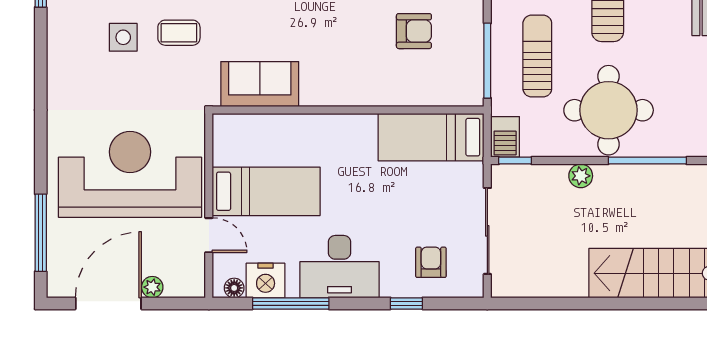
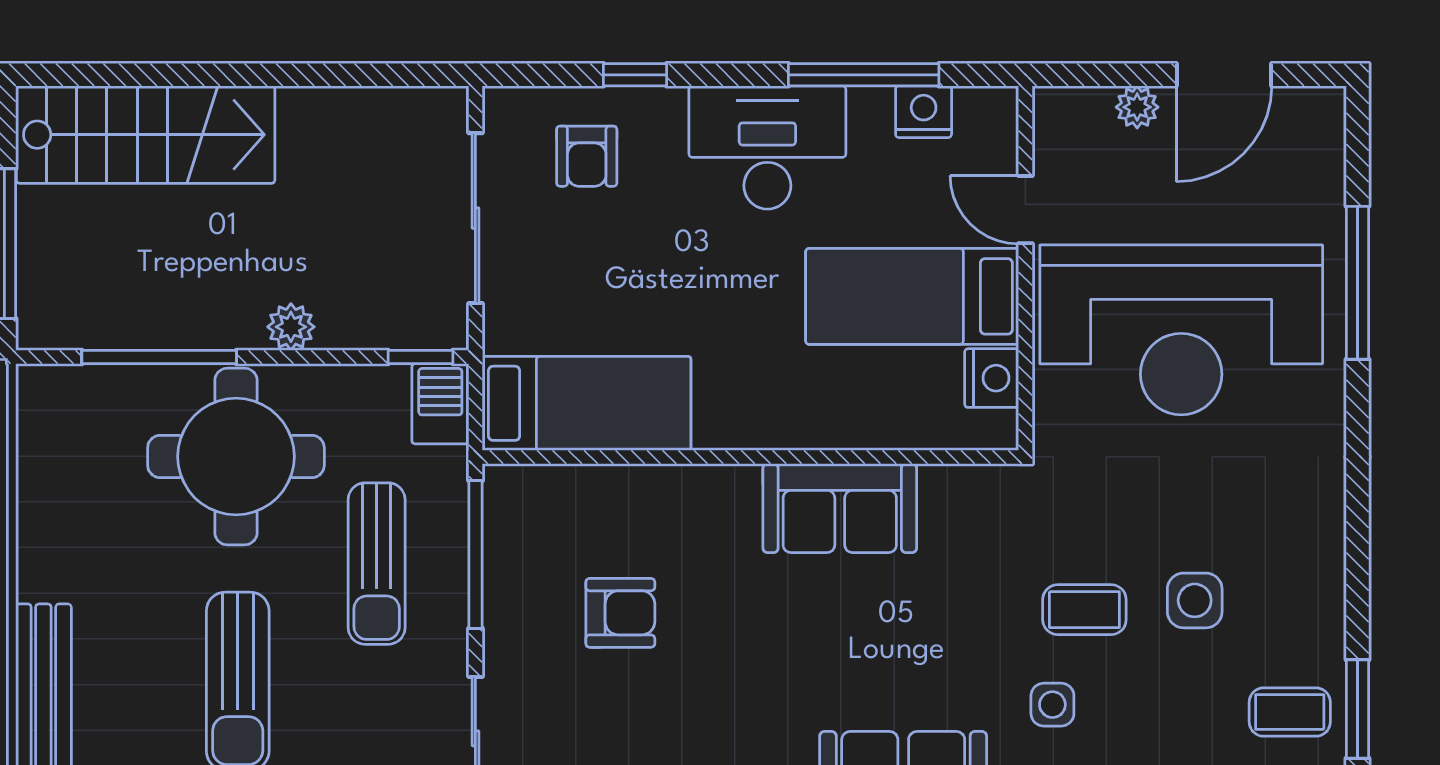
armchair: (414, 31) -> (620, 613), turned 180
sofa: (260, 84) -> (840, 508), moved
nightstand: (226, 150) -> (992, 378), added
window: (41, 233) -> (1358, 283), moved
nightstand: (266, 281) -> (924, 112), width x0.74, depth x0.75
floor lamp: (234, 288) -> (975, 105), removed
door: (108, 303) -> (1224, 75), width x0.73

